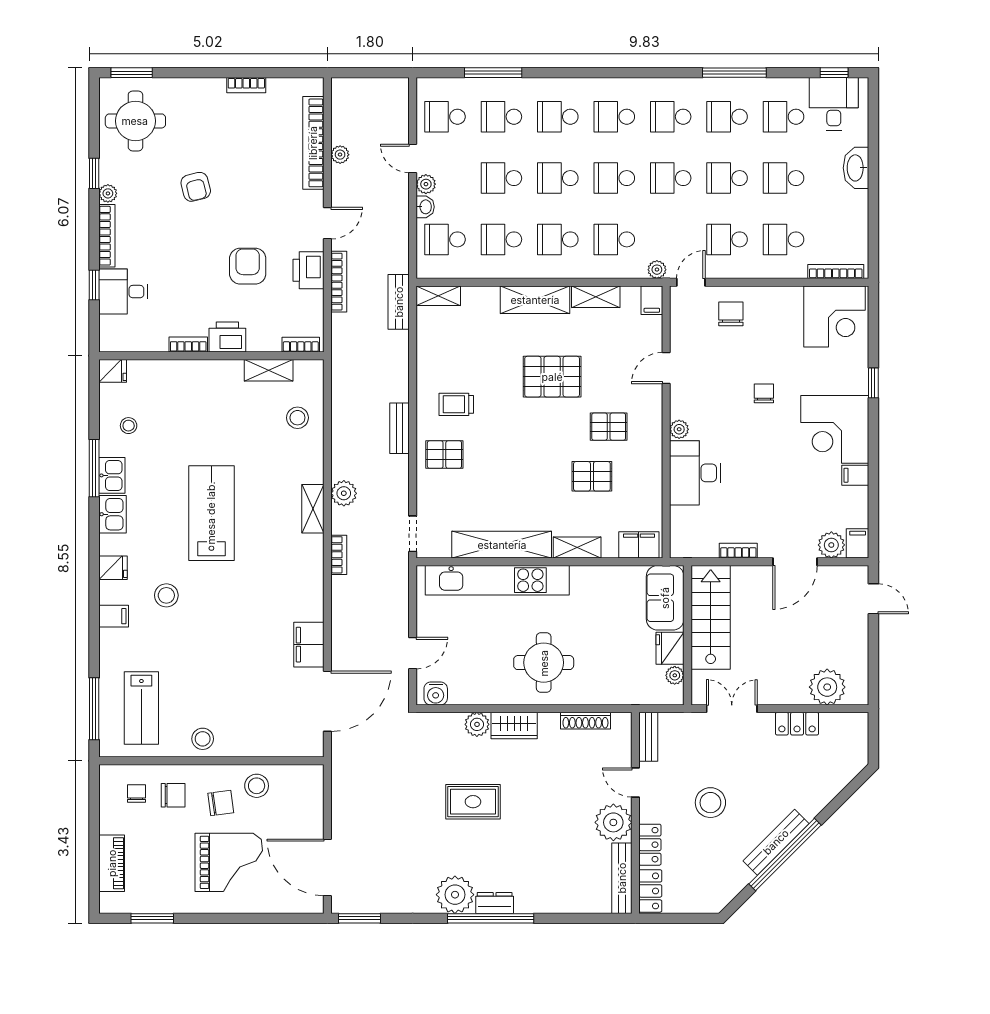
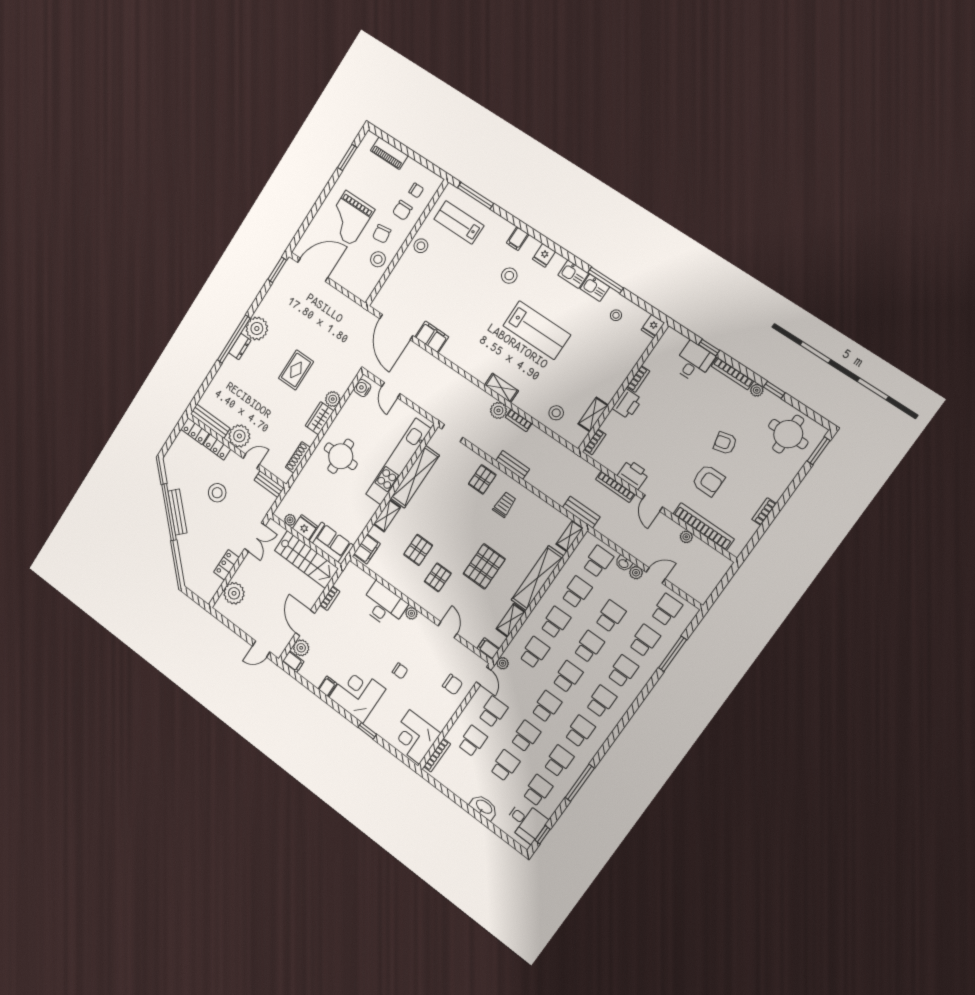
armchair: (248, 266) -> (708, 480), moved
shelving: (535, 300) -> (537, 578), width x1.47
bookcase: (339, 555) -> (519, 420), moved

